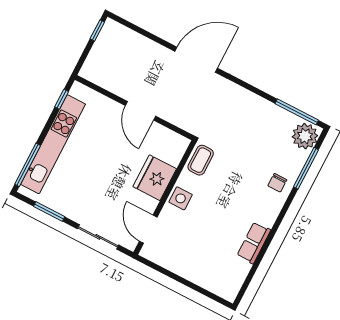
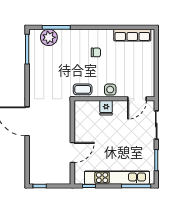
door: (140, 111) -> (72, 152), moved
plant: (305, 136) -> (49, 37), moved
fridge: (155, 178) -> (106, 108), width x0.53, depth x0.75
chair: (277, 183) -> (96, 52), moved
row of seats: (254, 243) -> (132, 35), moved, width x1.48

